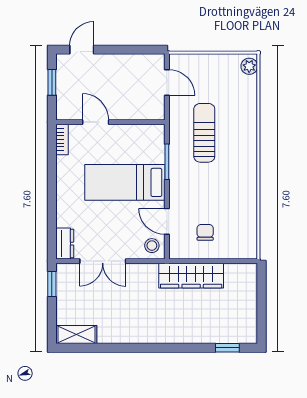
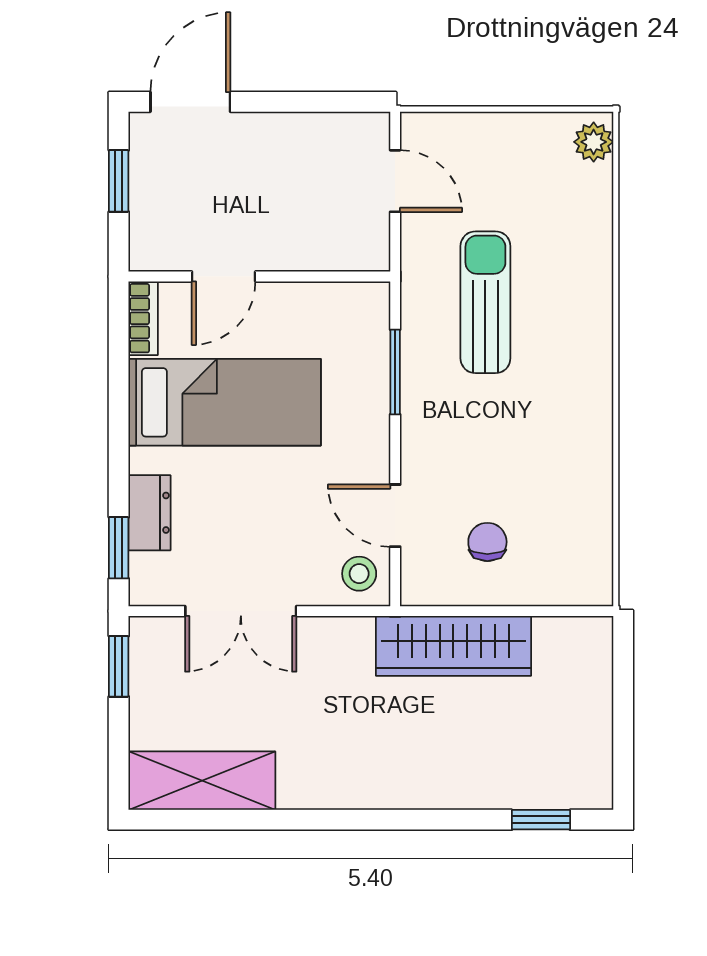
door: (82, 50) -> (190, 102), width x1.38
door: (96, 122) -> (224, 276), swing flipped
bed: (125, 182) -> (225, 402), moved, turned 180
window: (52, 235) -> (119, 548), added
dresser: (65, 244) -> (150, 513), moved
shelving: (76, 335) -> (202, 781), width x1.50, depth x1.33

